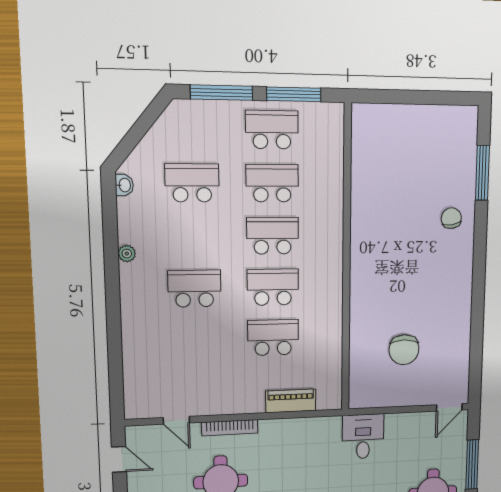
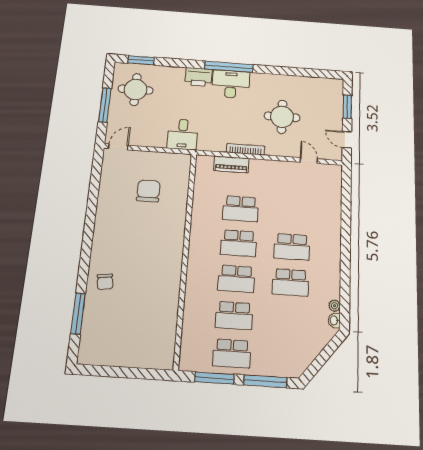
school desk: (192, 183) -> (291, 282), moved
plant: (127, 254) -> (334, 306), moved
bookcase: (230, 428) -> (246, 149), moved

